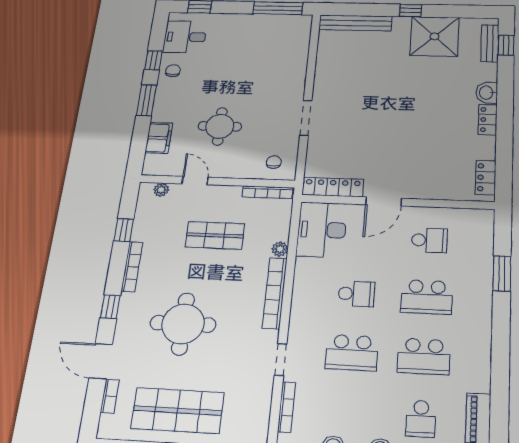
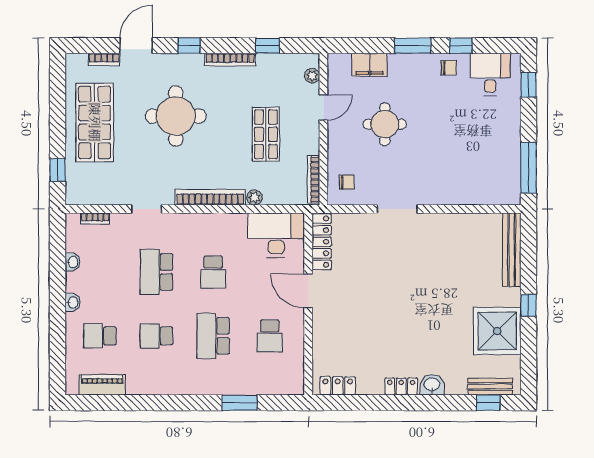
school desk: (424, 356) -> (156, 336), width x0.54
bookcase: (287, 407) -> (95, 219), width x0.64

